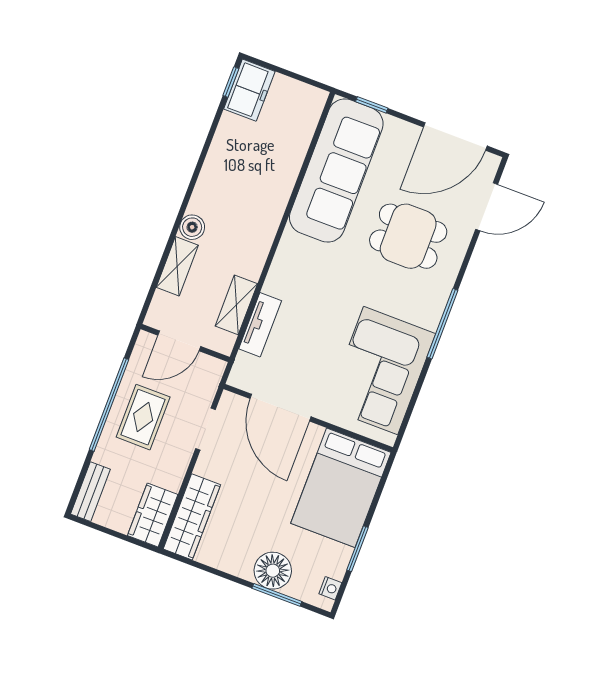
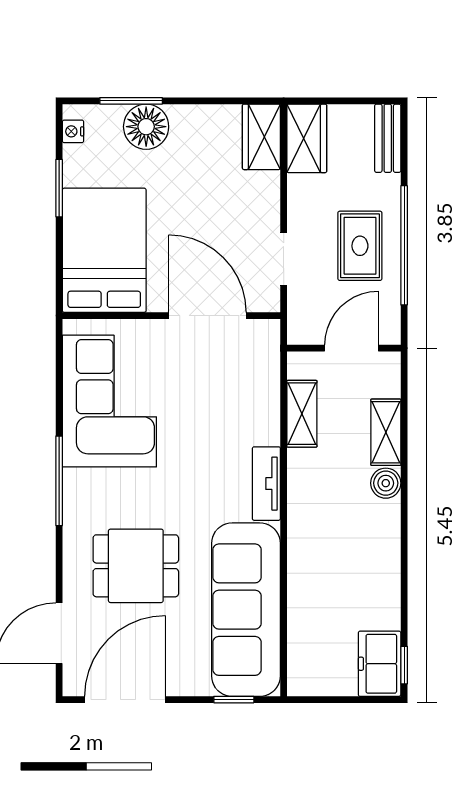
tv unit: (260, 325) -> (266, 484), moved
wardrobe: (192, 517) -> (261, 137), width x0.67

